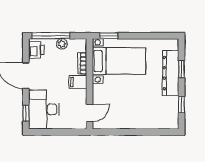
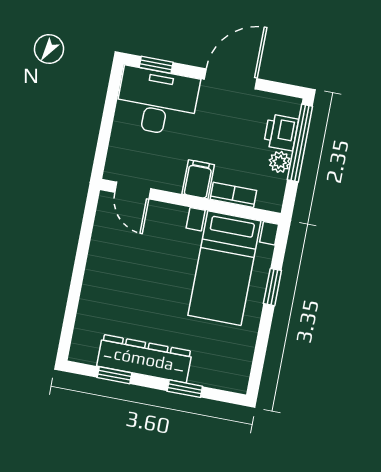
window: (109, 36) -> (272, 287), moved
printer: (36, 50) -> (281, 132), moved, turned 90
dresser: (171, 73) -> (144, 359), moved

